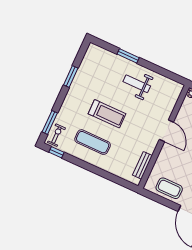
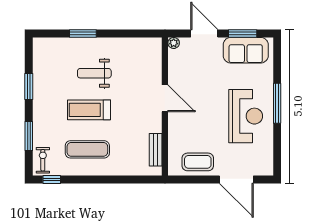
weight bench: (137, 84) -> (94, 73), moved
treadmill: (107, 114) -> (89, 110), turned 180
window: (50, 122) -> (29, 136), moved

